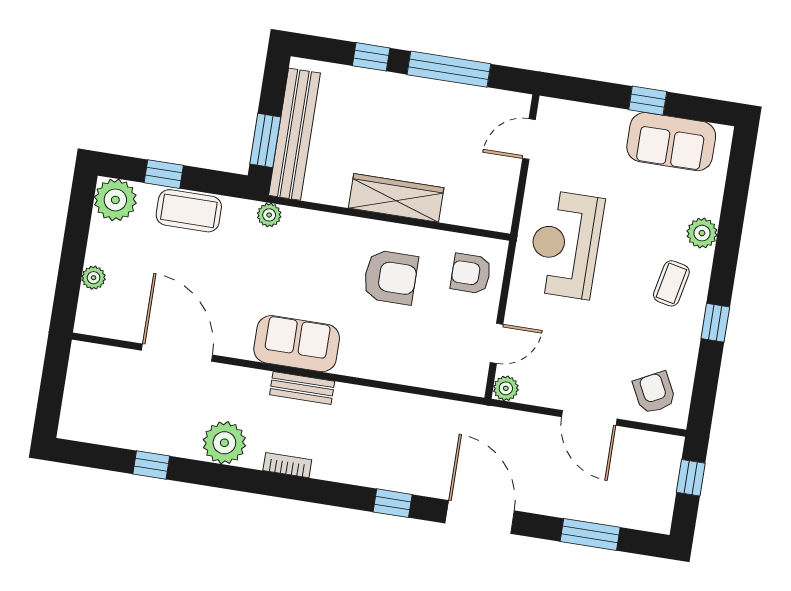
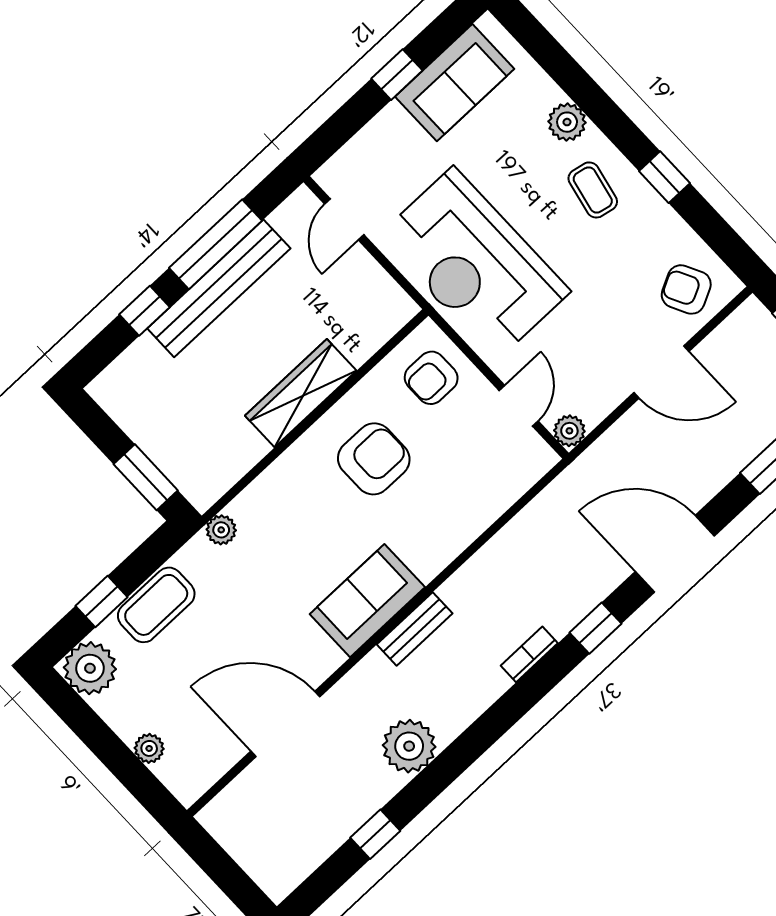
bench: (295, 134) -> (219, 288), moved, turned 90
reception desk: (565, 244) -> (475, 264), width x1.36, depth x1.30
bookcase: (287, 465) -> (529, 654), moved

